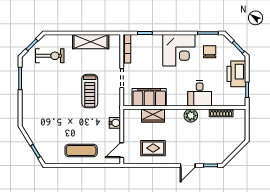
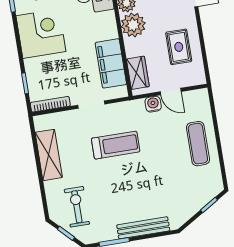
bench: (27, 101) -> (143, 228), added
wardrobe: (153, 115) -> (138, 73), moved
plant: (174, 118) -> (133, 25), added
door: (122, 150) -> (171, 92), moved

